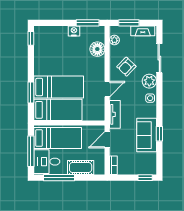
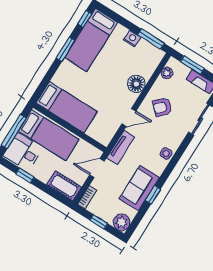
floor lamp: (97, 49) -> (136, 84), moved
plant: (149, 81) -> (122, 222), moved
bed: (59, 87) -> (91, 40), moved, turned 90
window: (31, 93) -> (66, 49), moved
cot: (81, 168) -> (64, 186), moved
window: (59, 178) -> (25, 175), width x0.46
window: (145, 178) -> (99, 222), moved

